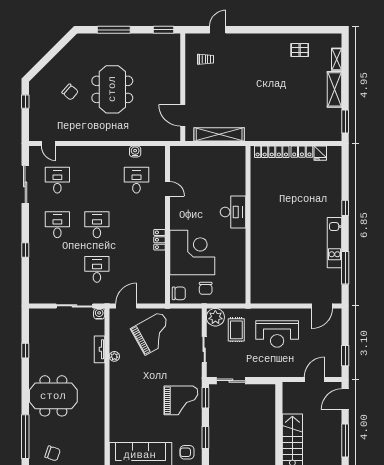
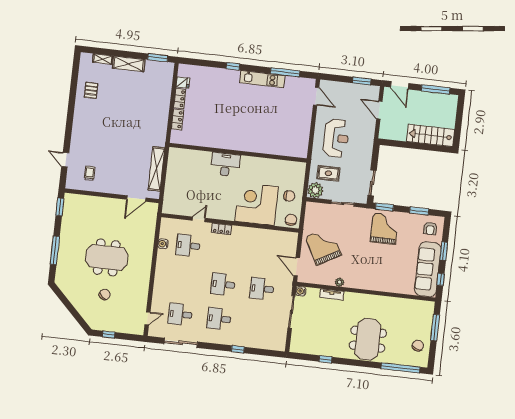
locker: (272, 152) -> (177, 119), width x0.66
locker: (159, 240) -> (221, 229), moved

